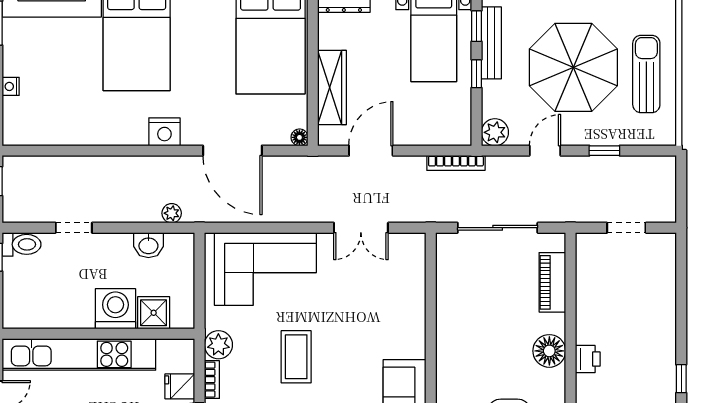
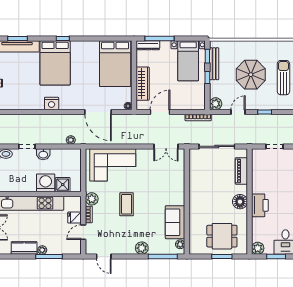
parasol: (573, 67) -> (251, 75), width x0.73, depth x0.73
nightstand: (164, 132) -> (52, 103), moved
double door: (361, 228) -> (166, 146), moved
washbasin: (148, 245) -> (43, 154), moved
printer: (588, 359) -> (260, 205), width x1.87, depth x1.48

